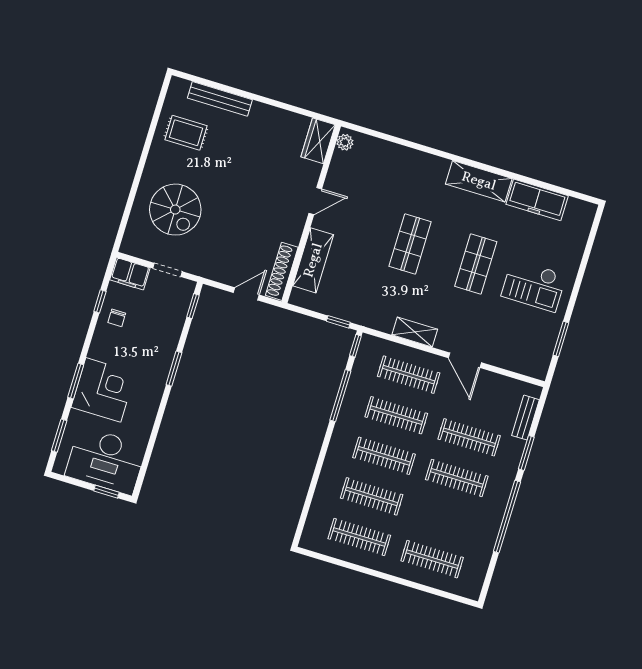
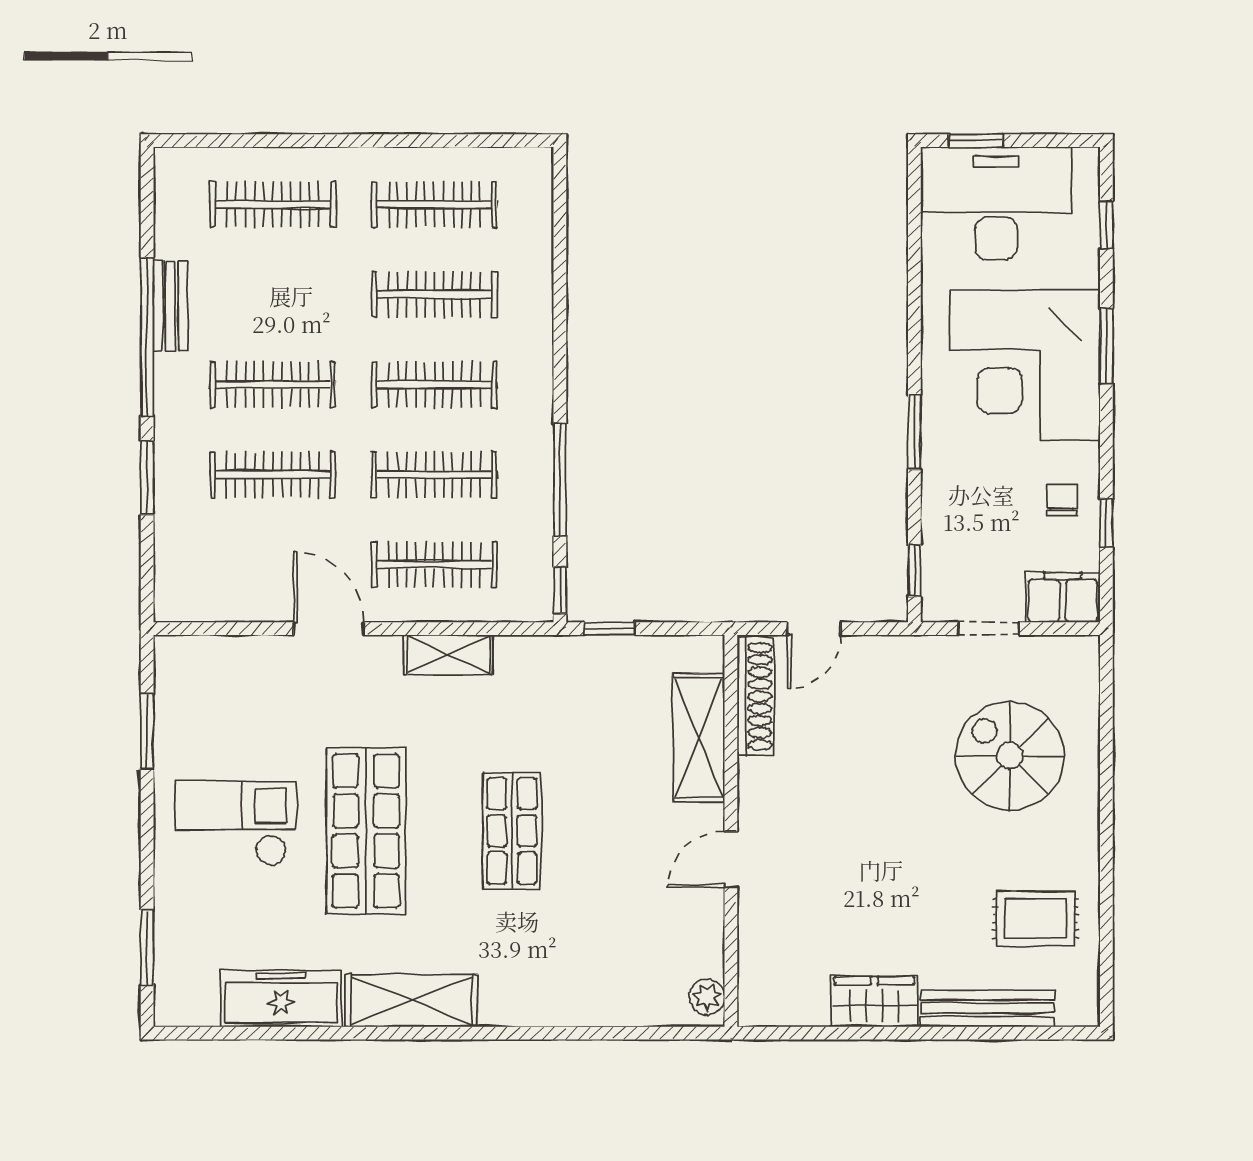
wardrobe: (318, 141) -> (874, 1002), moved, turned -90
window: (591, 241) -> (147, 948), added
shop shelf: (476, 264) -> (366, 831), width x1.43, depth x1.36
corner desk: (103, 390) -> (1025, 365), width x1.36, depth x1.36
bench: (525, 418) -> (171, 306), moved
window: (59, 436) -> (1106, 225), width x0.67

